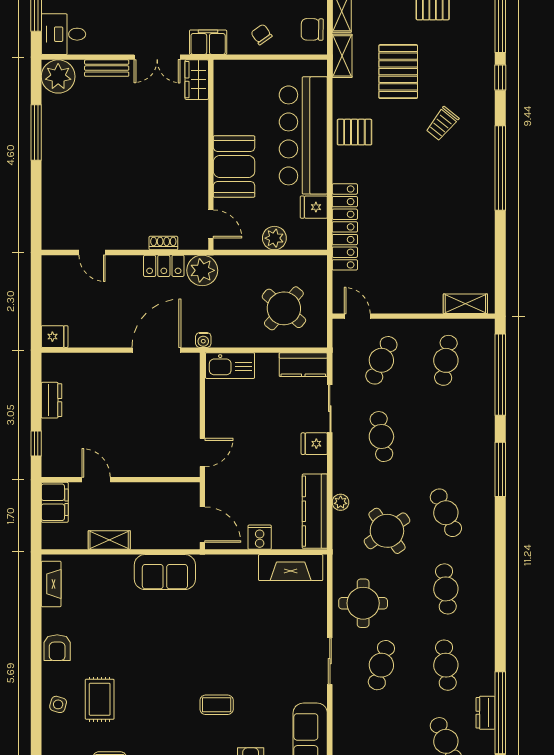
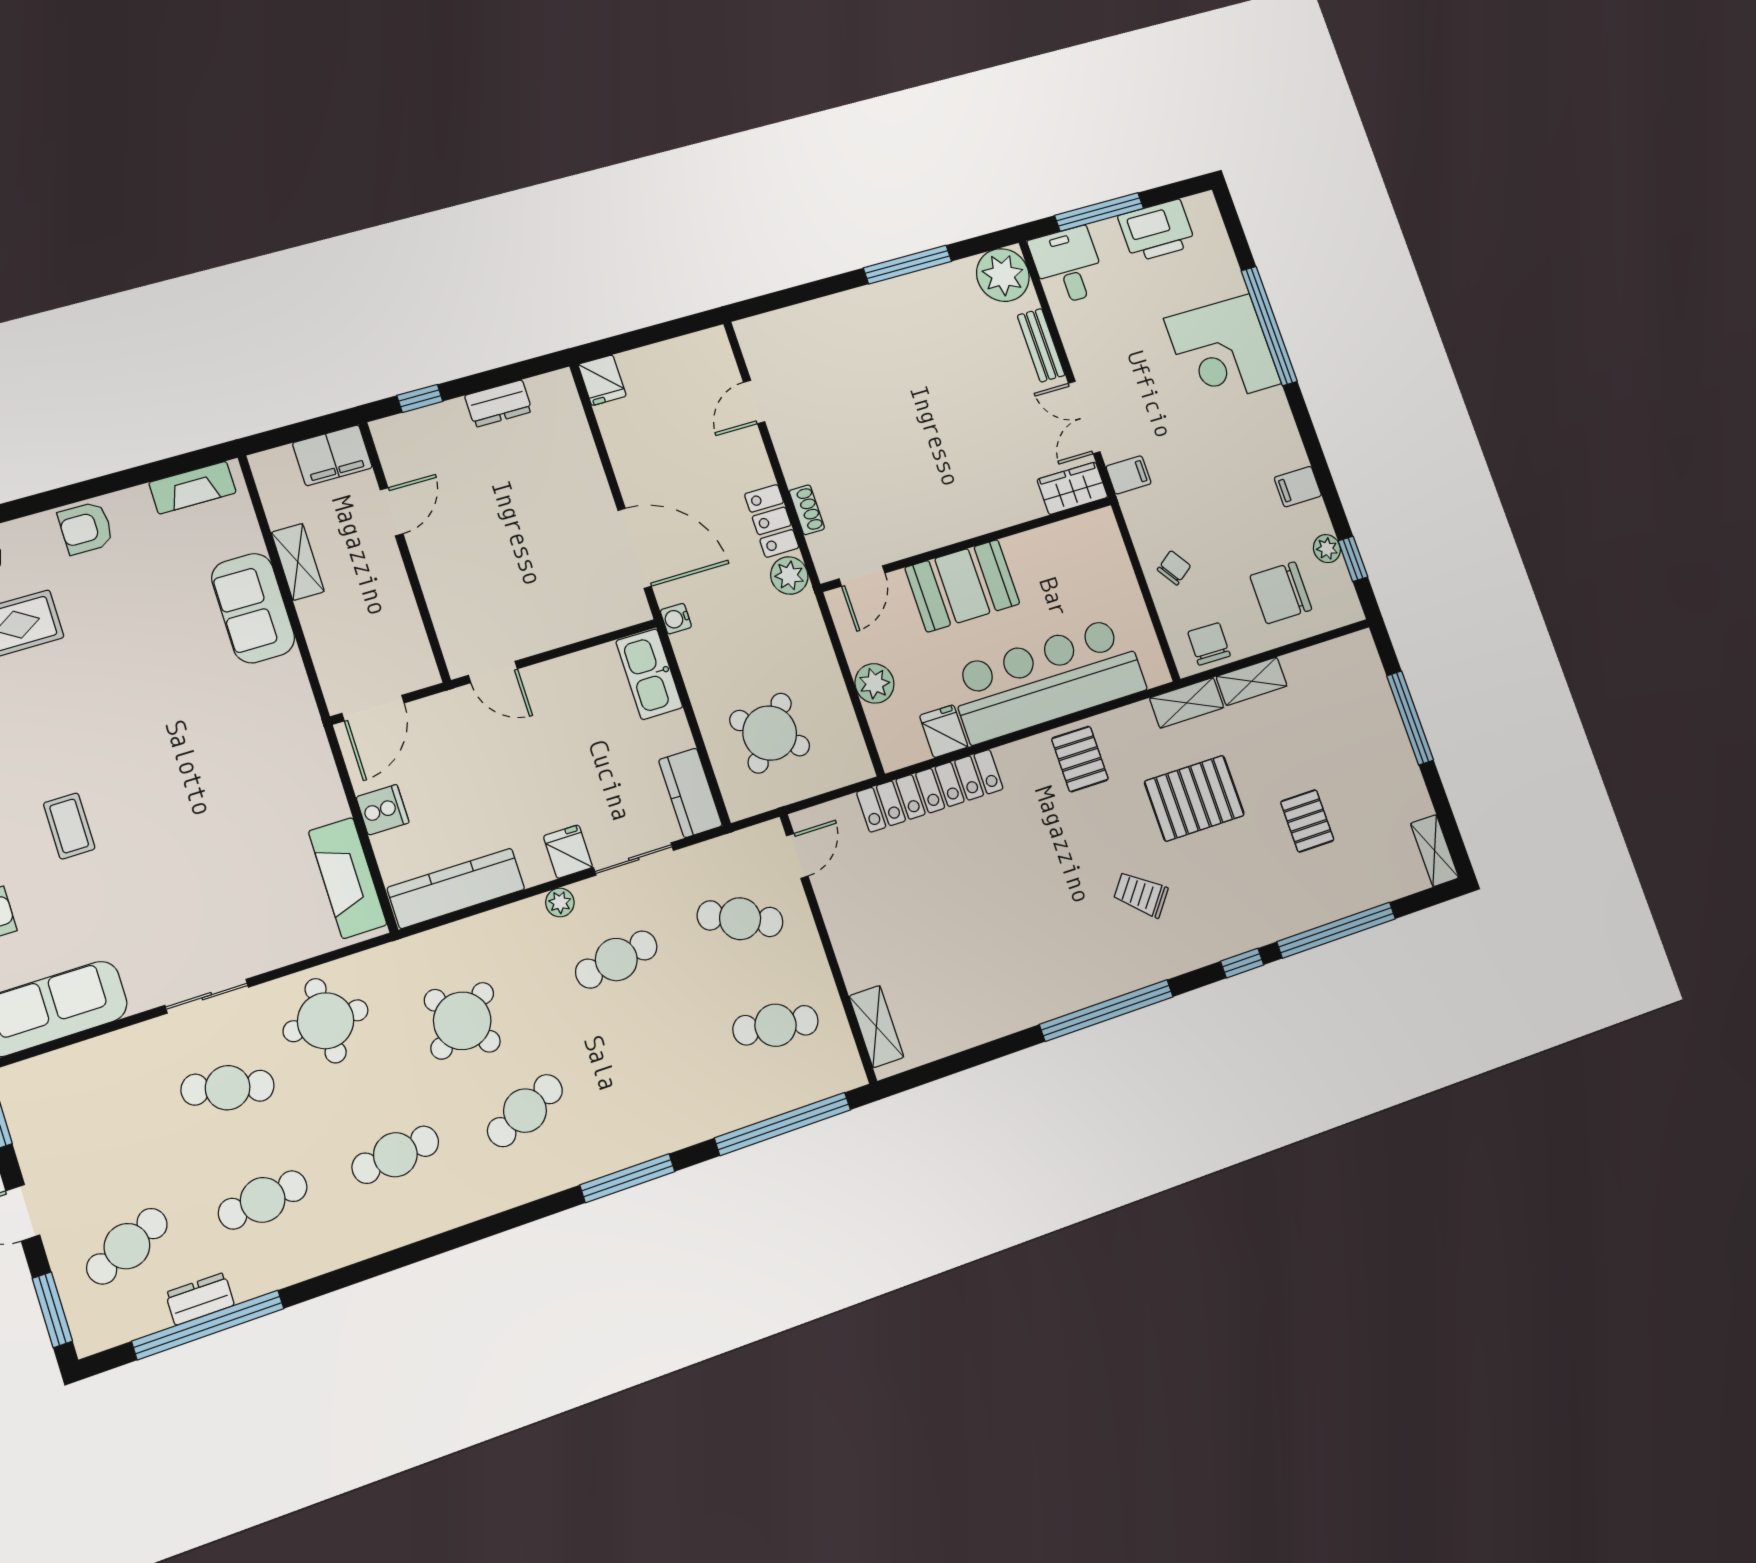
filing cabinet: (208, 42) -> (1129, 475), width x0.50
plant: (202, 270) -> (789, 575), width x0.73, depth x0.73
plant: (341, 502) -> (560, 902), moved
sofa: (165, 572) -> (253, 608), moved

